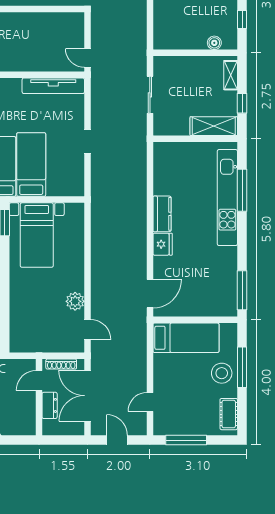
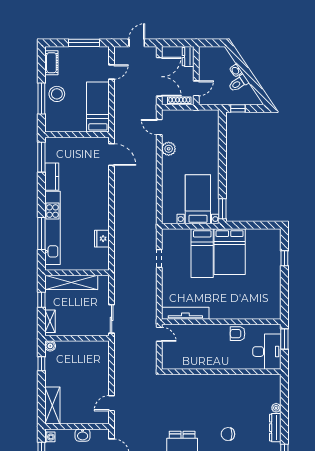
boiler: (214, 43) -> (50, 346), moved
sliding door: (150, 95) -> (112, 319), moved
shelving: (214, 126) -> (71, 282), width x1.47
doorway: (87, 142) -> (159, 259), moved
kitchen counter: (162, 214) -> (52, 177), moved, turned 180
fridge: (163, 244) -> (102, 239), moved
door: (150, 294) -> (112, 155), swing flipped
bed: (186, 338) -> (98, 107), moved, turned 90
dresser: (50, 405) -> (188, 57), moved
door: (117, 440) -> (137, 43), swing flipped

